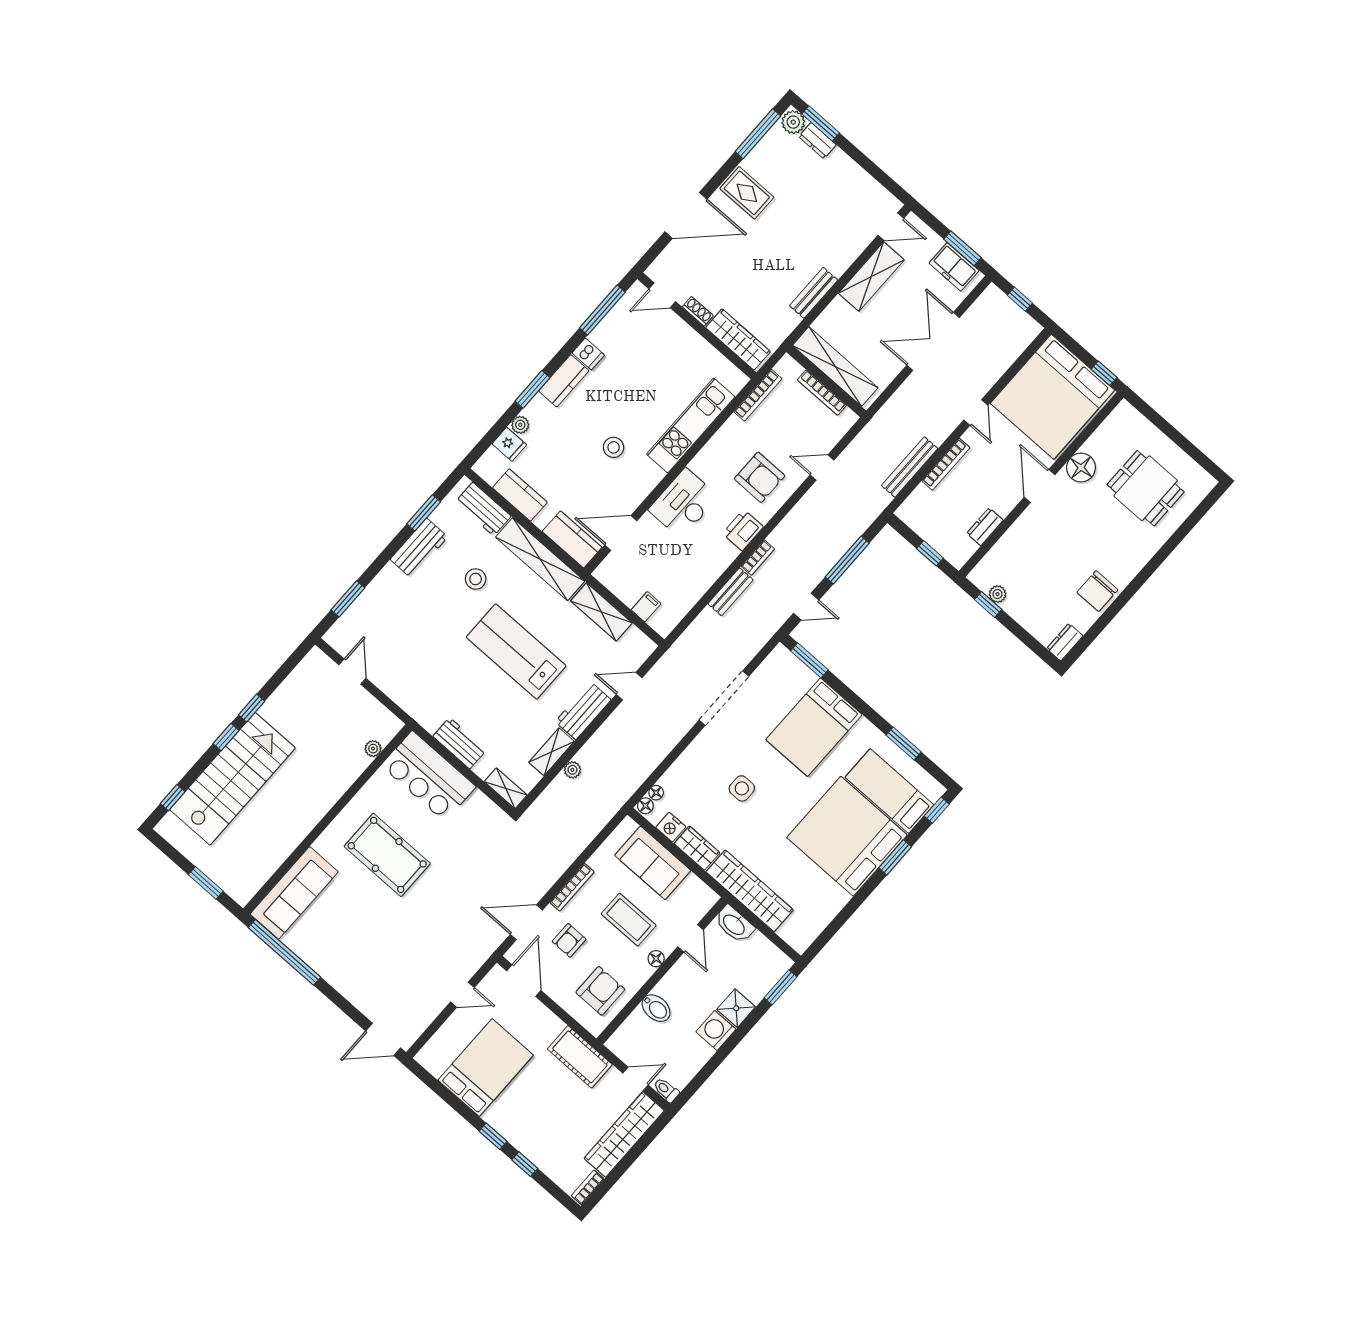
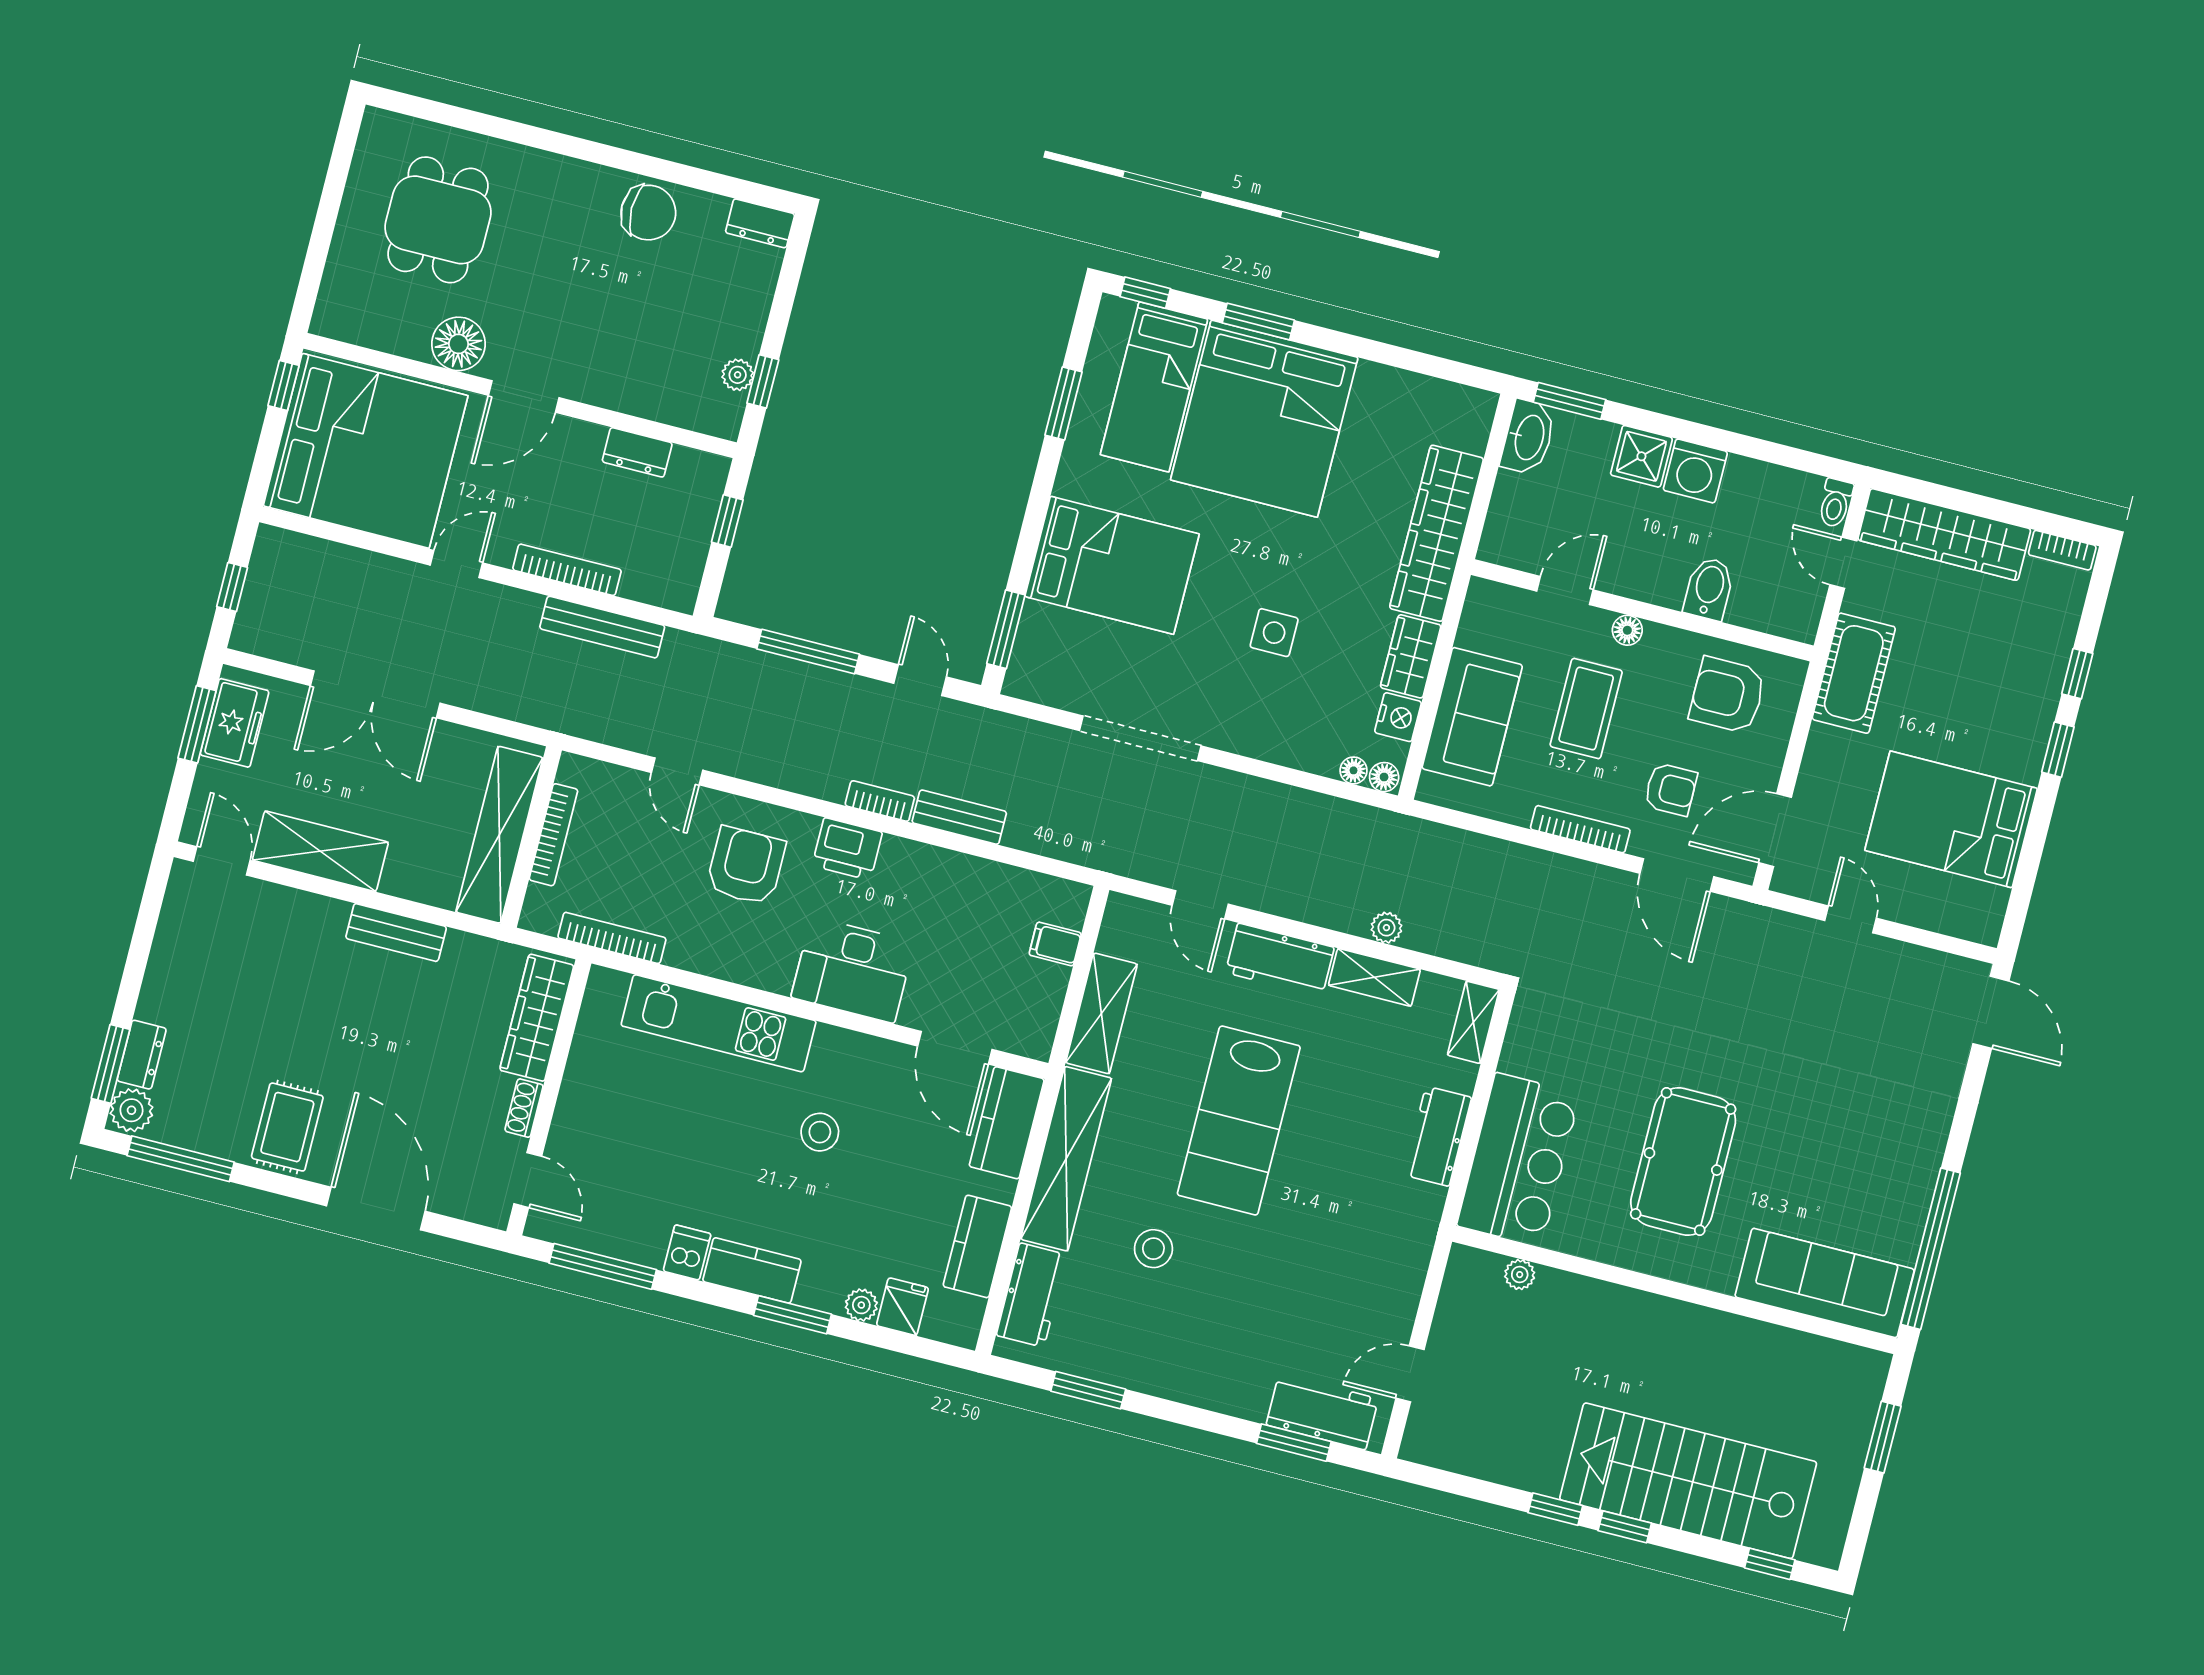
workbench: (419, 548) -> (1322, 1412), moved
washbasin: (734, 924) -> (1528, 437), moved

